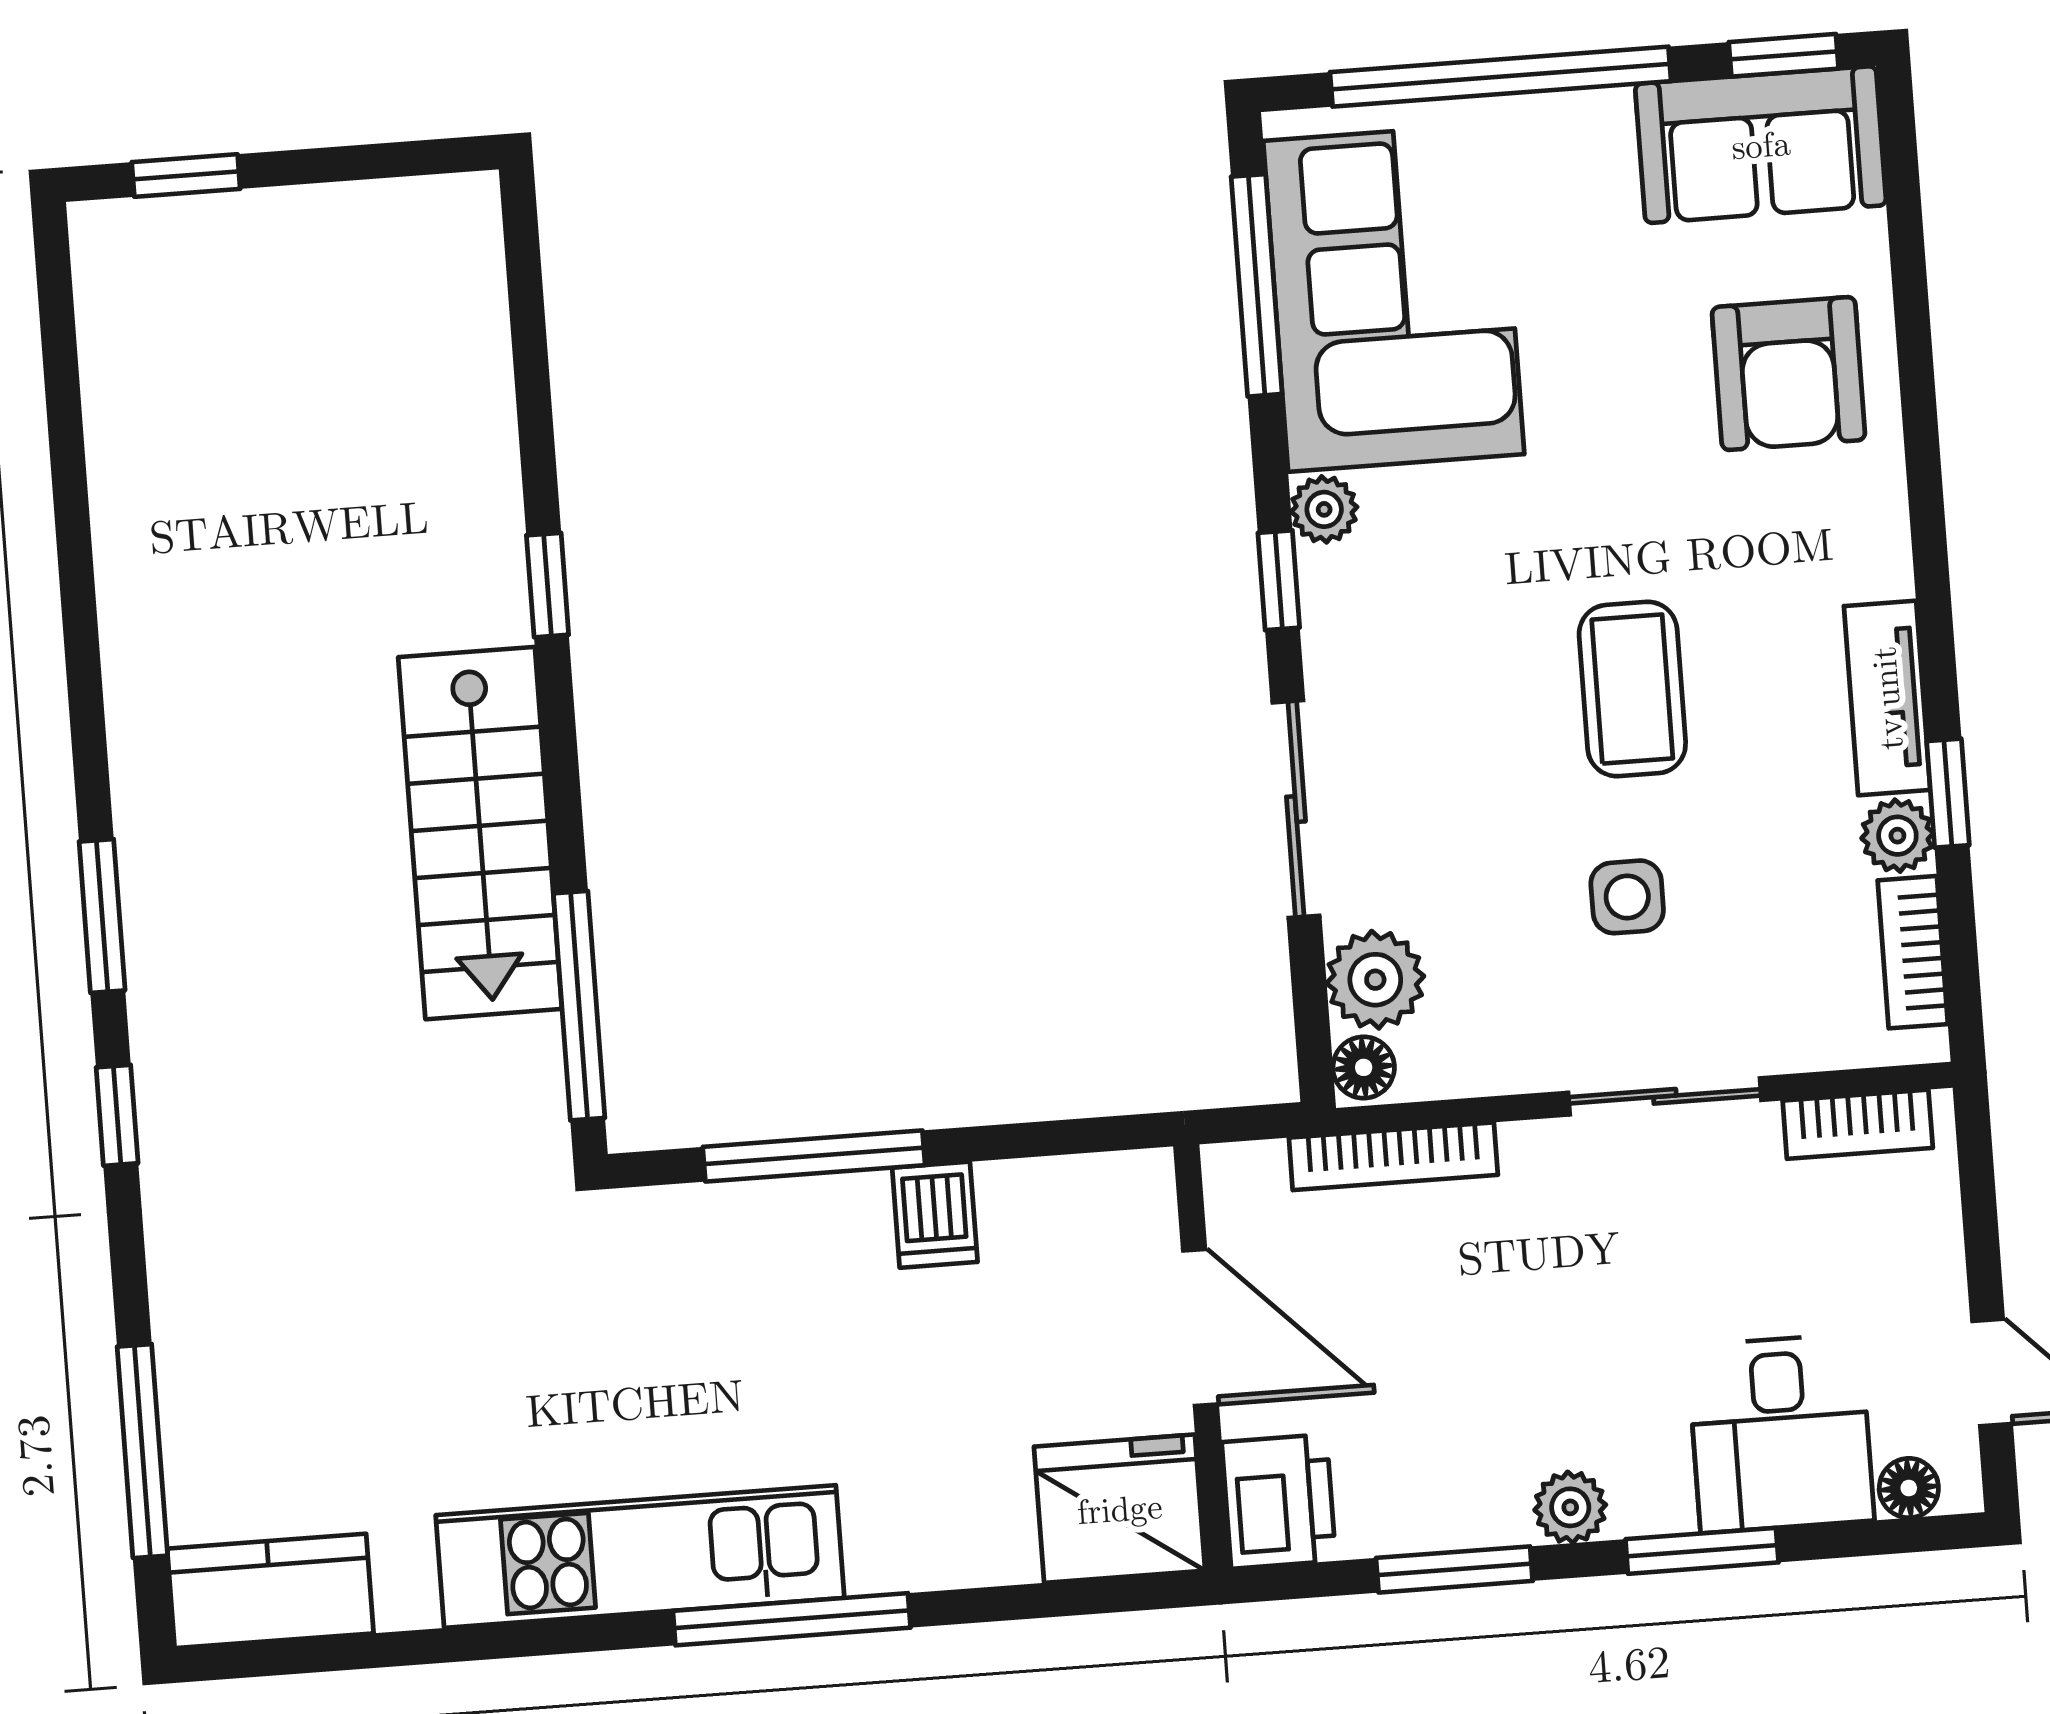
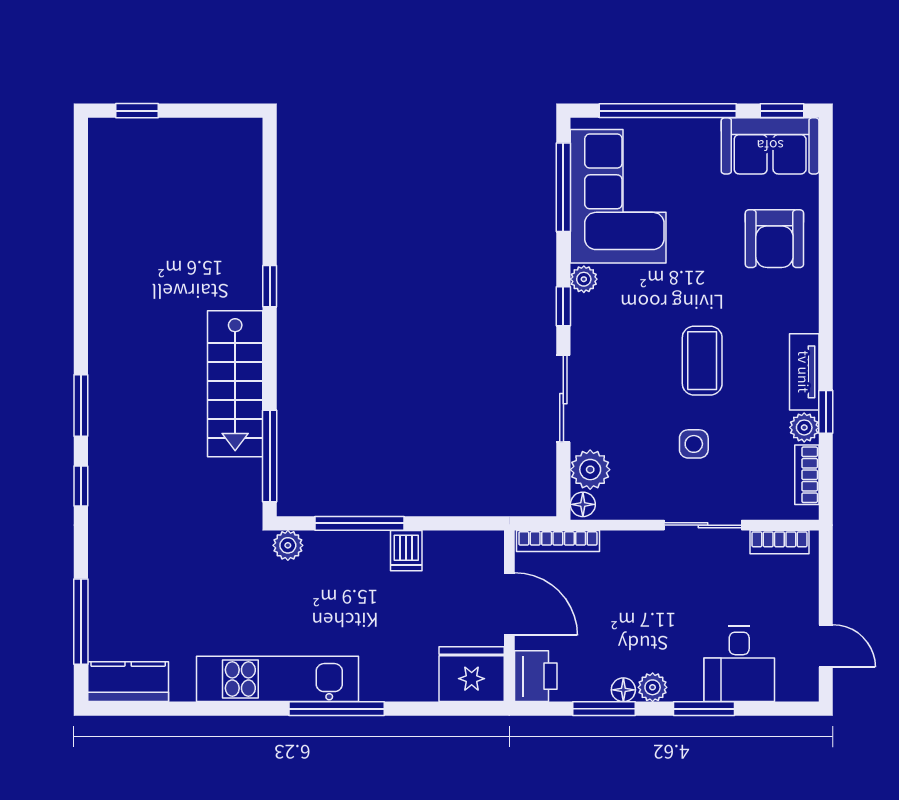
bookcase: (1393, 1156) -> (558, 541), moved
plant: (641, 1224) -> (288, 545), added
floor lamp: (1909, 1488) -> (623, 690), moved

